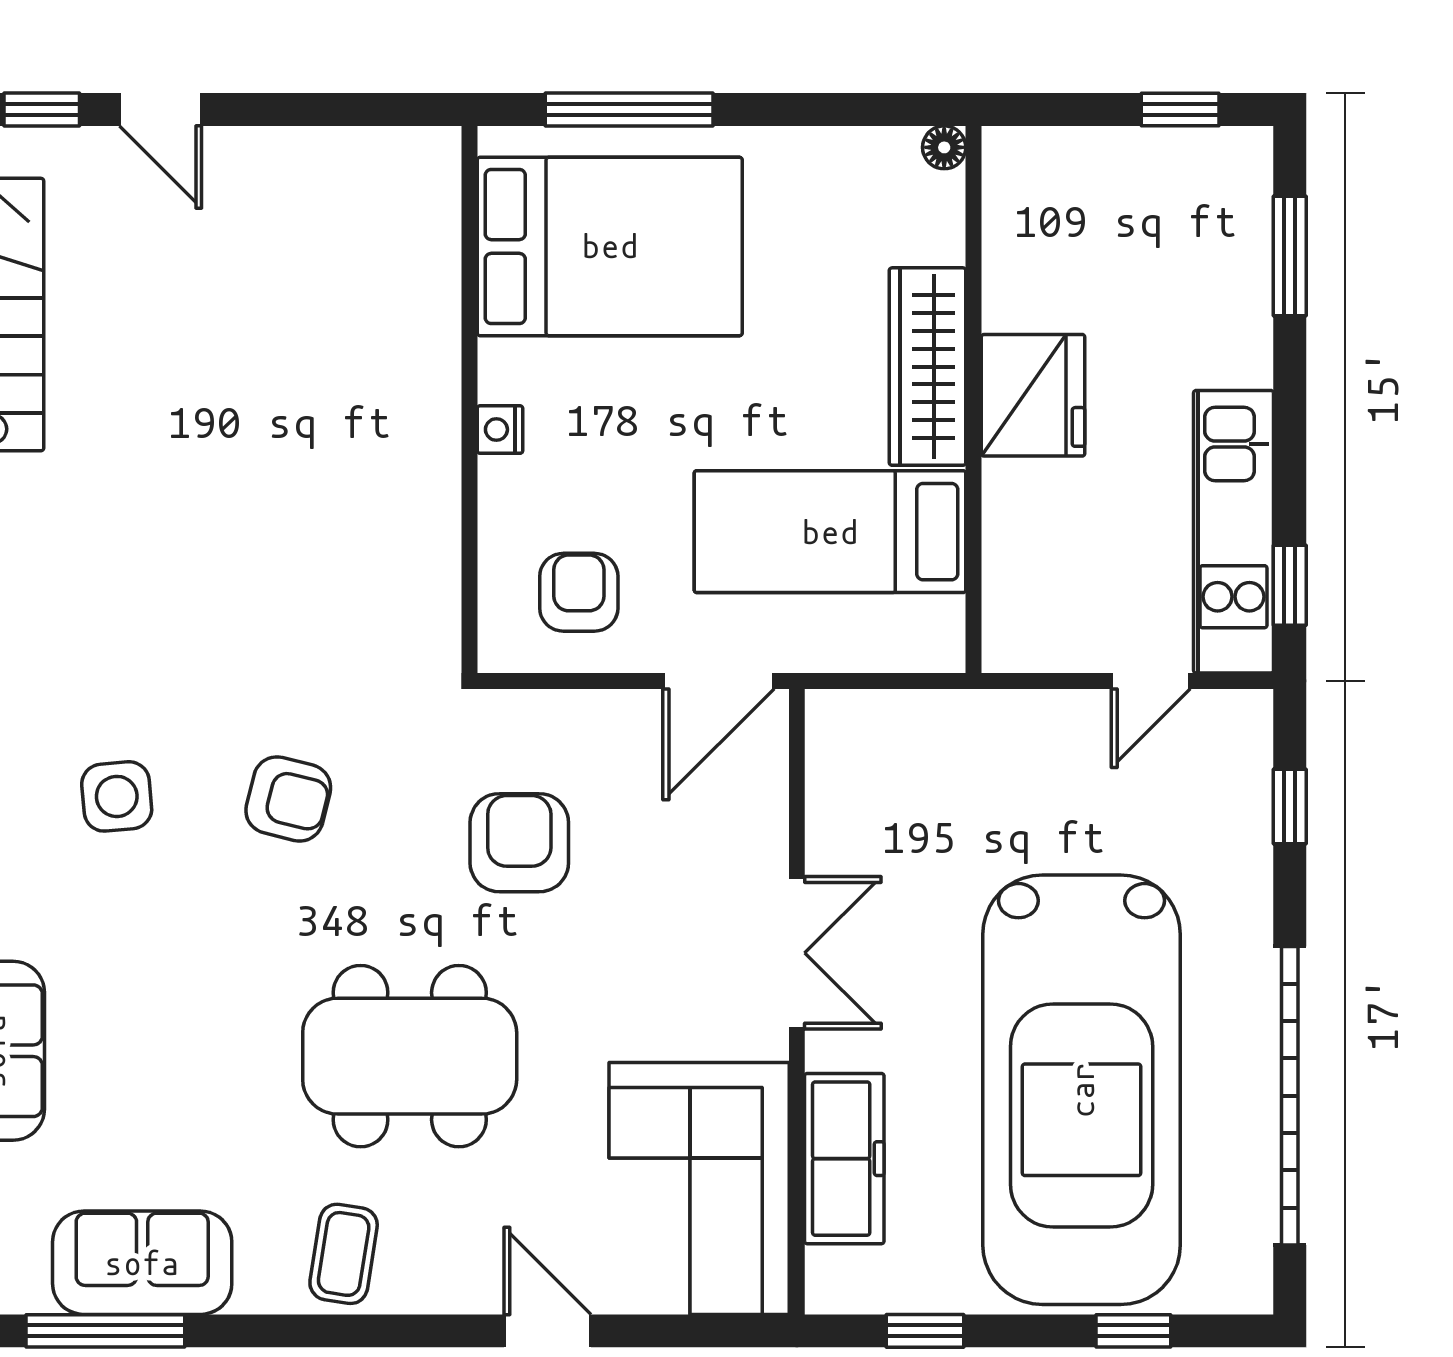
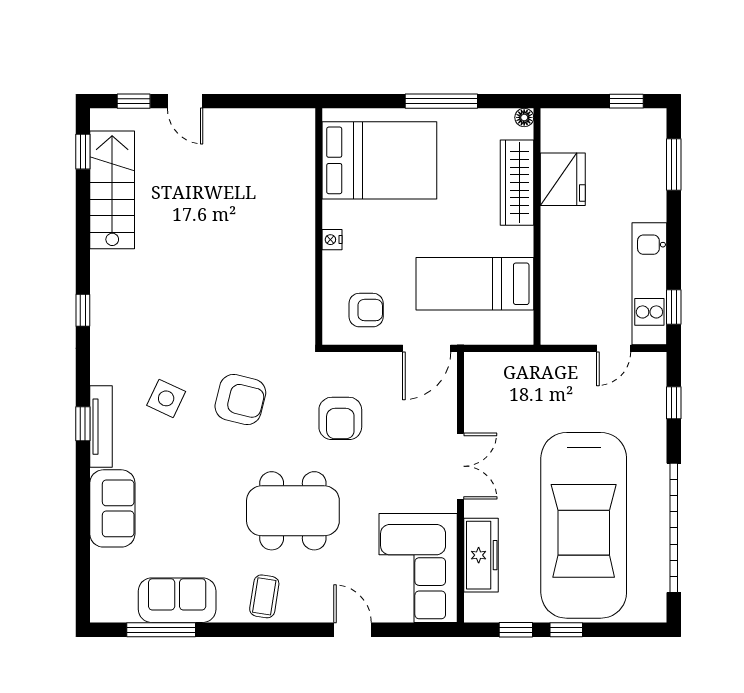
window: (629, 110) -> (441, 101), moved
wardrobe: (928, 367) -> (517, 183), moved
fridge: (1033, 395) -> (563, 179), moved
armchair: (579, 592) -> (366, 310), turned 90
side table: (117, 796) -> (166, 398), turned 30
armchair: (288, 799) -> (240, 399), width x1.38, depth x1.38
armchair: (519, 843) -> (340, 418), turned 180
window: (1133, 1331) -> (566, 630), moved

